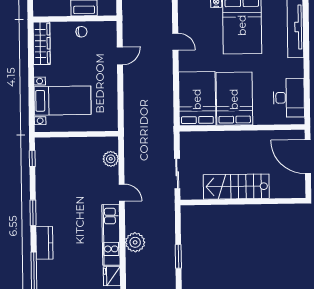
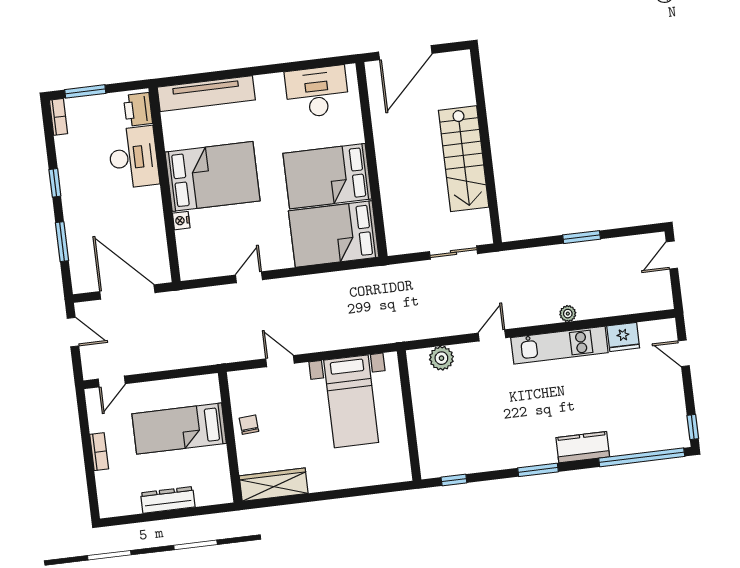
bed with nightstands: (62, 101) -> (351, 401), moved, turned 180
plant: (135, 242) -> (568, 314), width x0.53, depth x0.53

